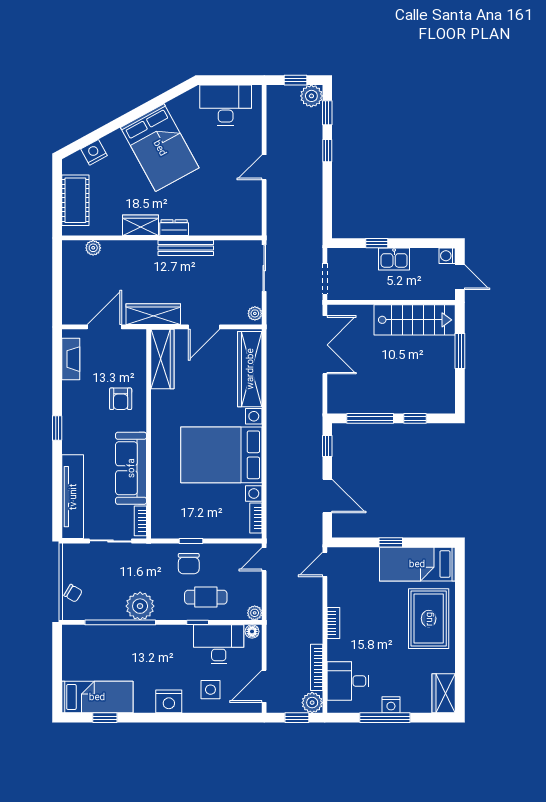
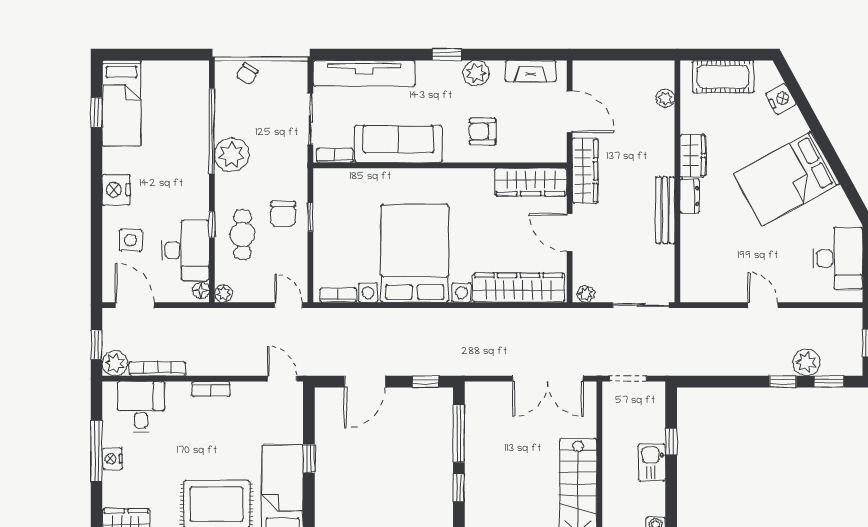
plant: (311, 96) -> (806, 362), moved
plant: (72, 404) -> (476, 73), added
chair: (189, 564) -> (283, 214), turned -90

